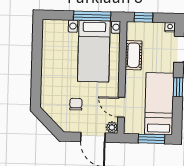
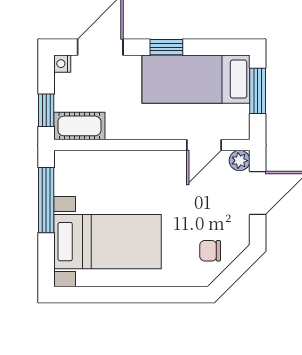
bed with nightstands: (94, 51) -> (107, 242), moved
cot: (134, 55) -> (79, 126), moved
chair: (76, 104) -> (210, 251), moved

